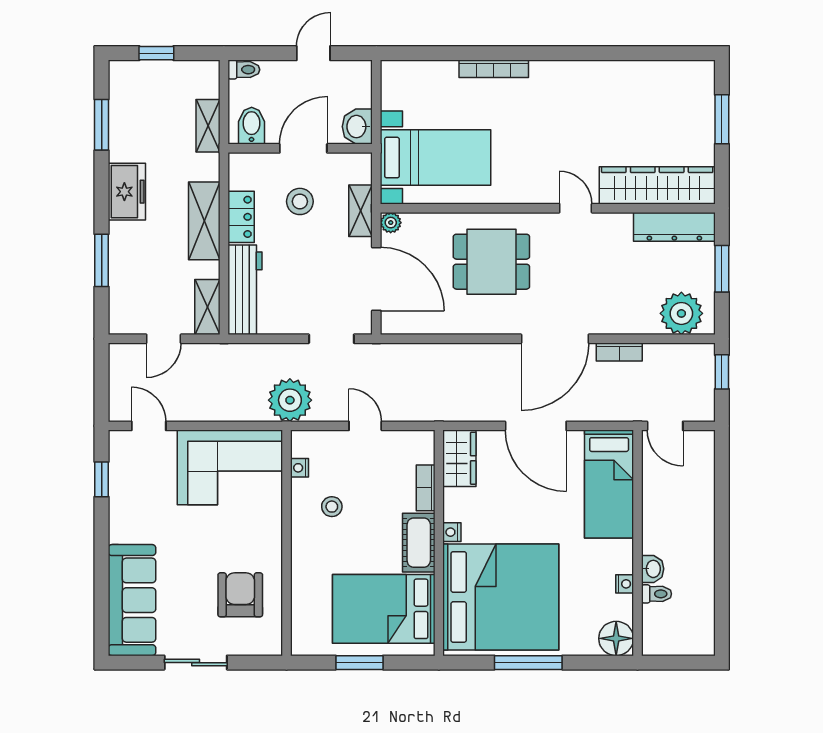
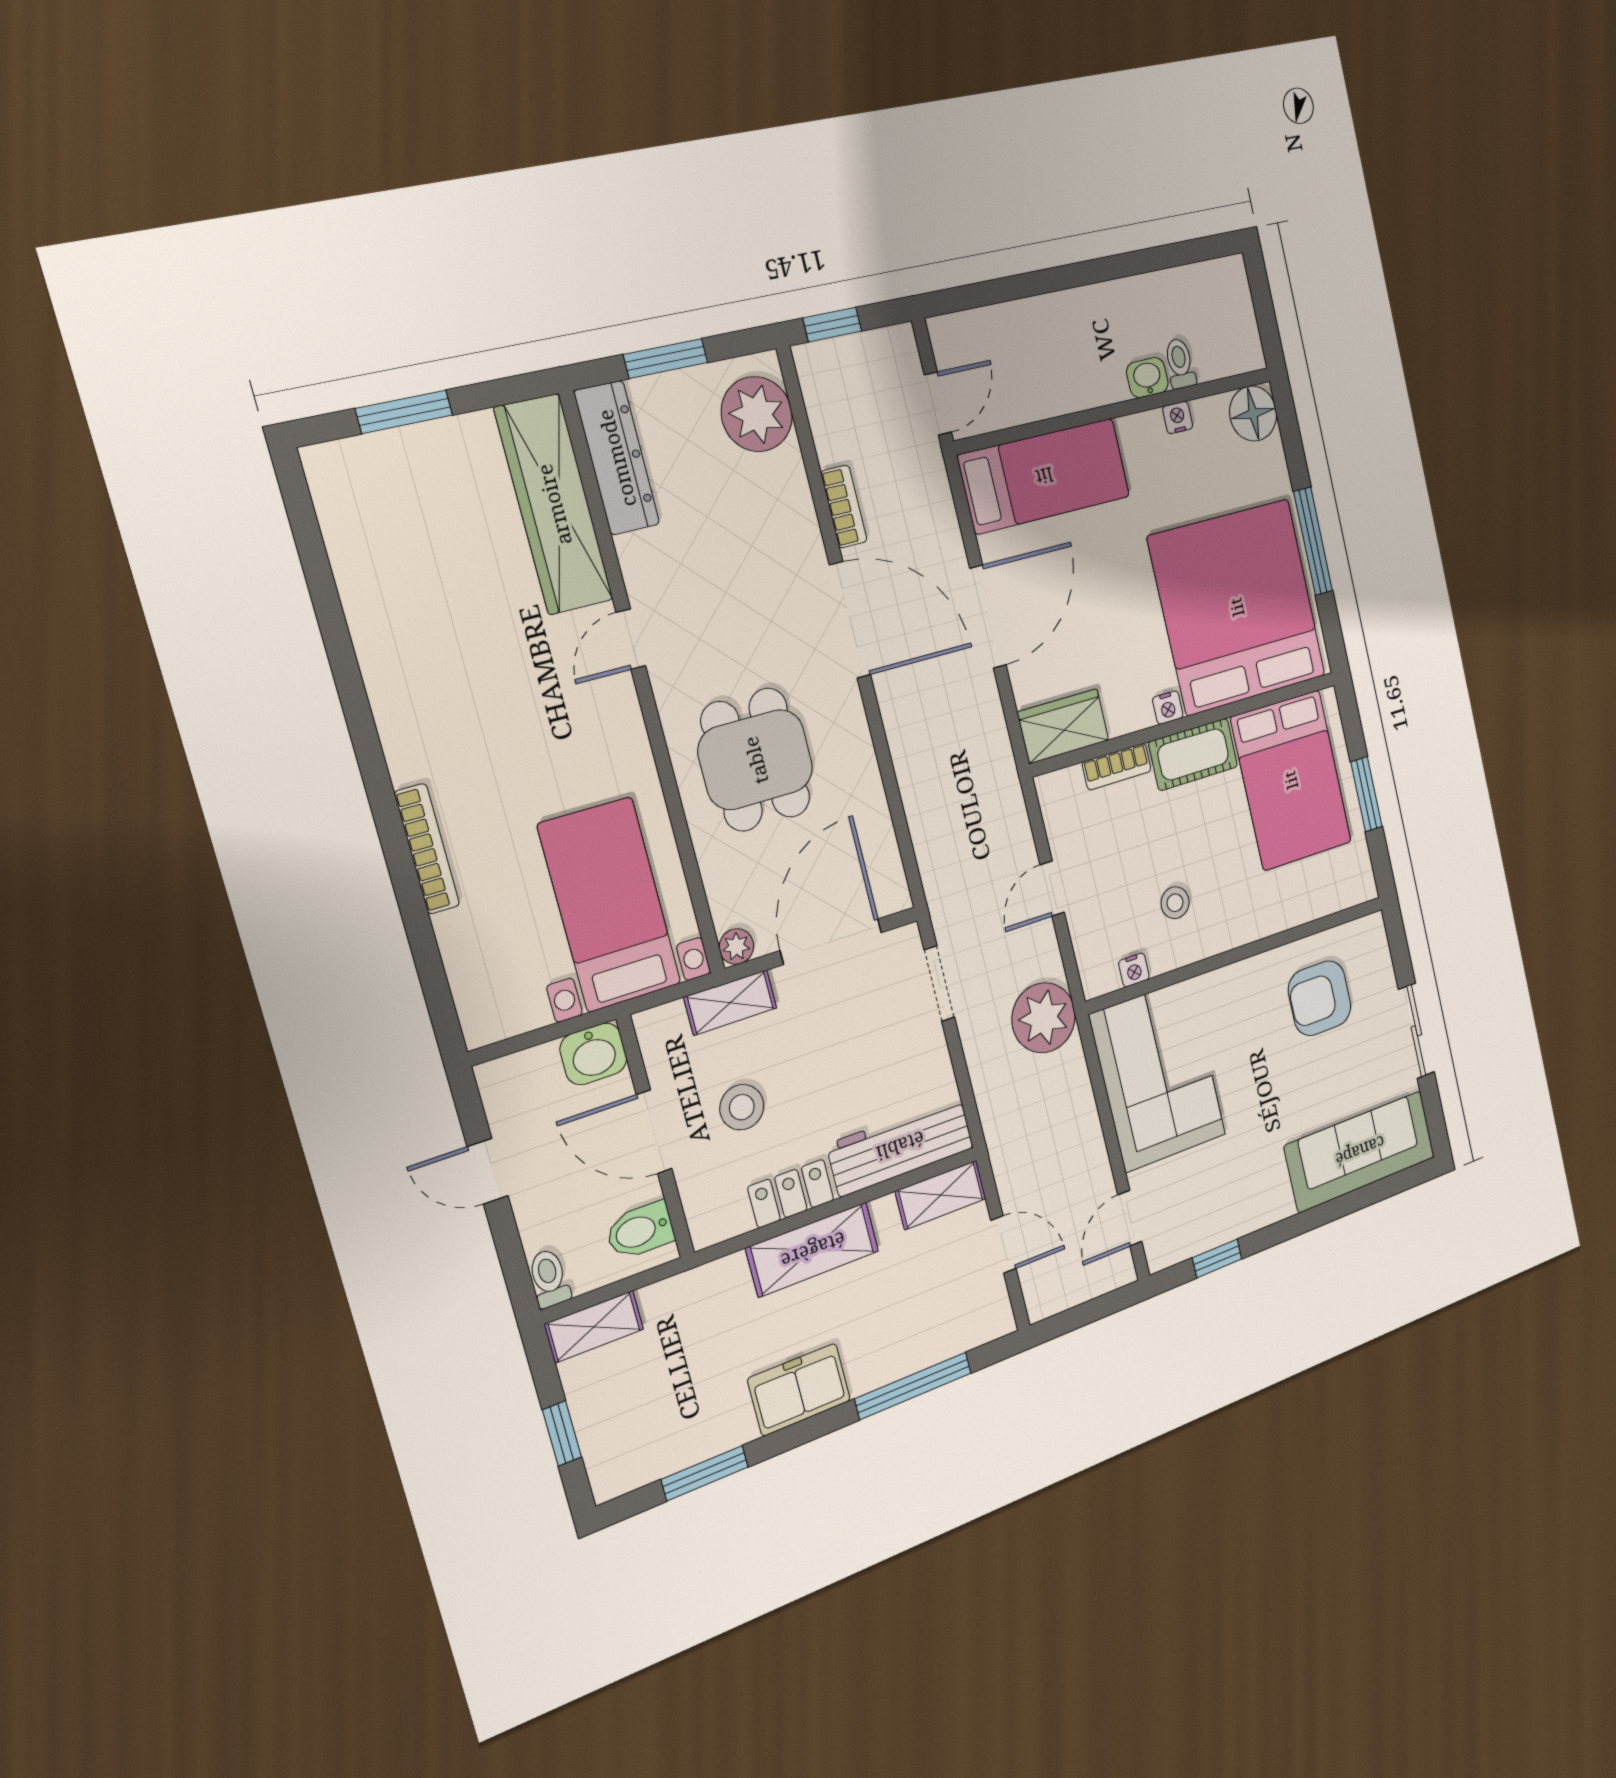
shelving: (208, 126) -> (594, 1327), moved
window: (102, 260) -> (913, 1386), width x1.44

